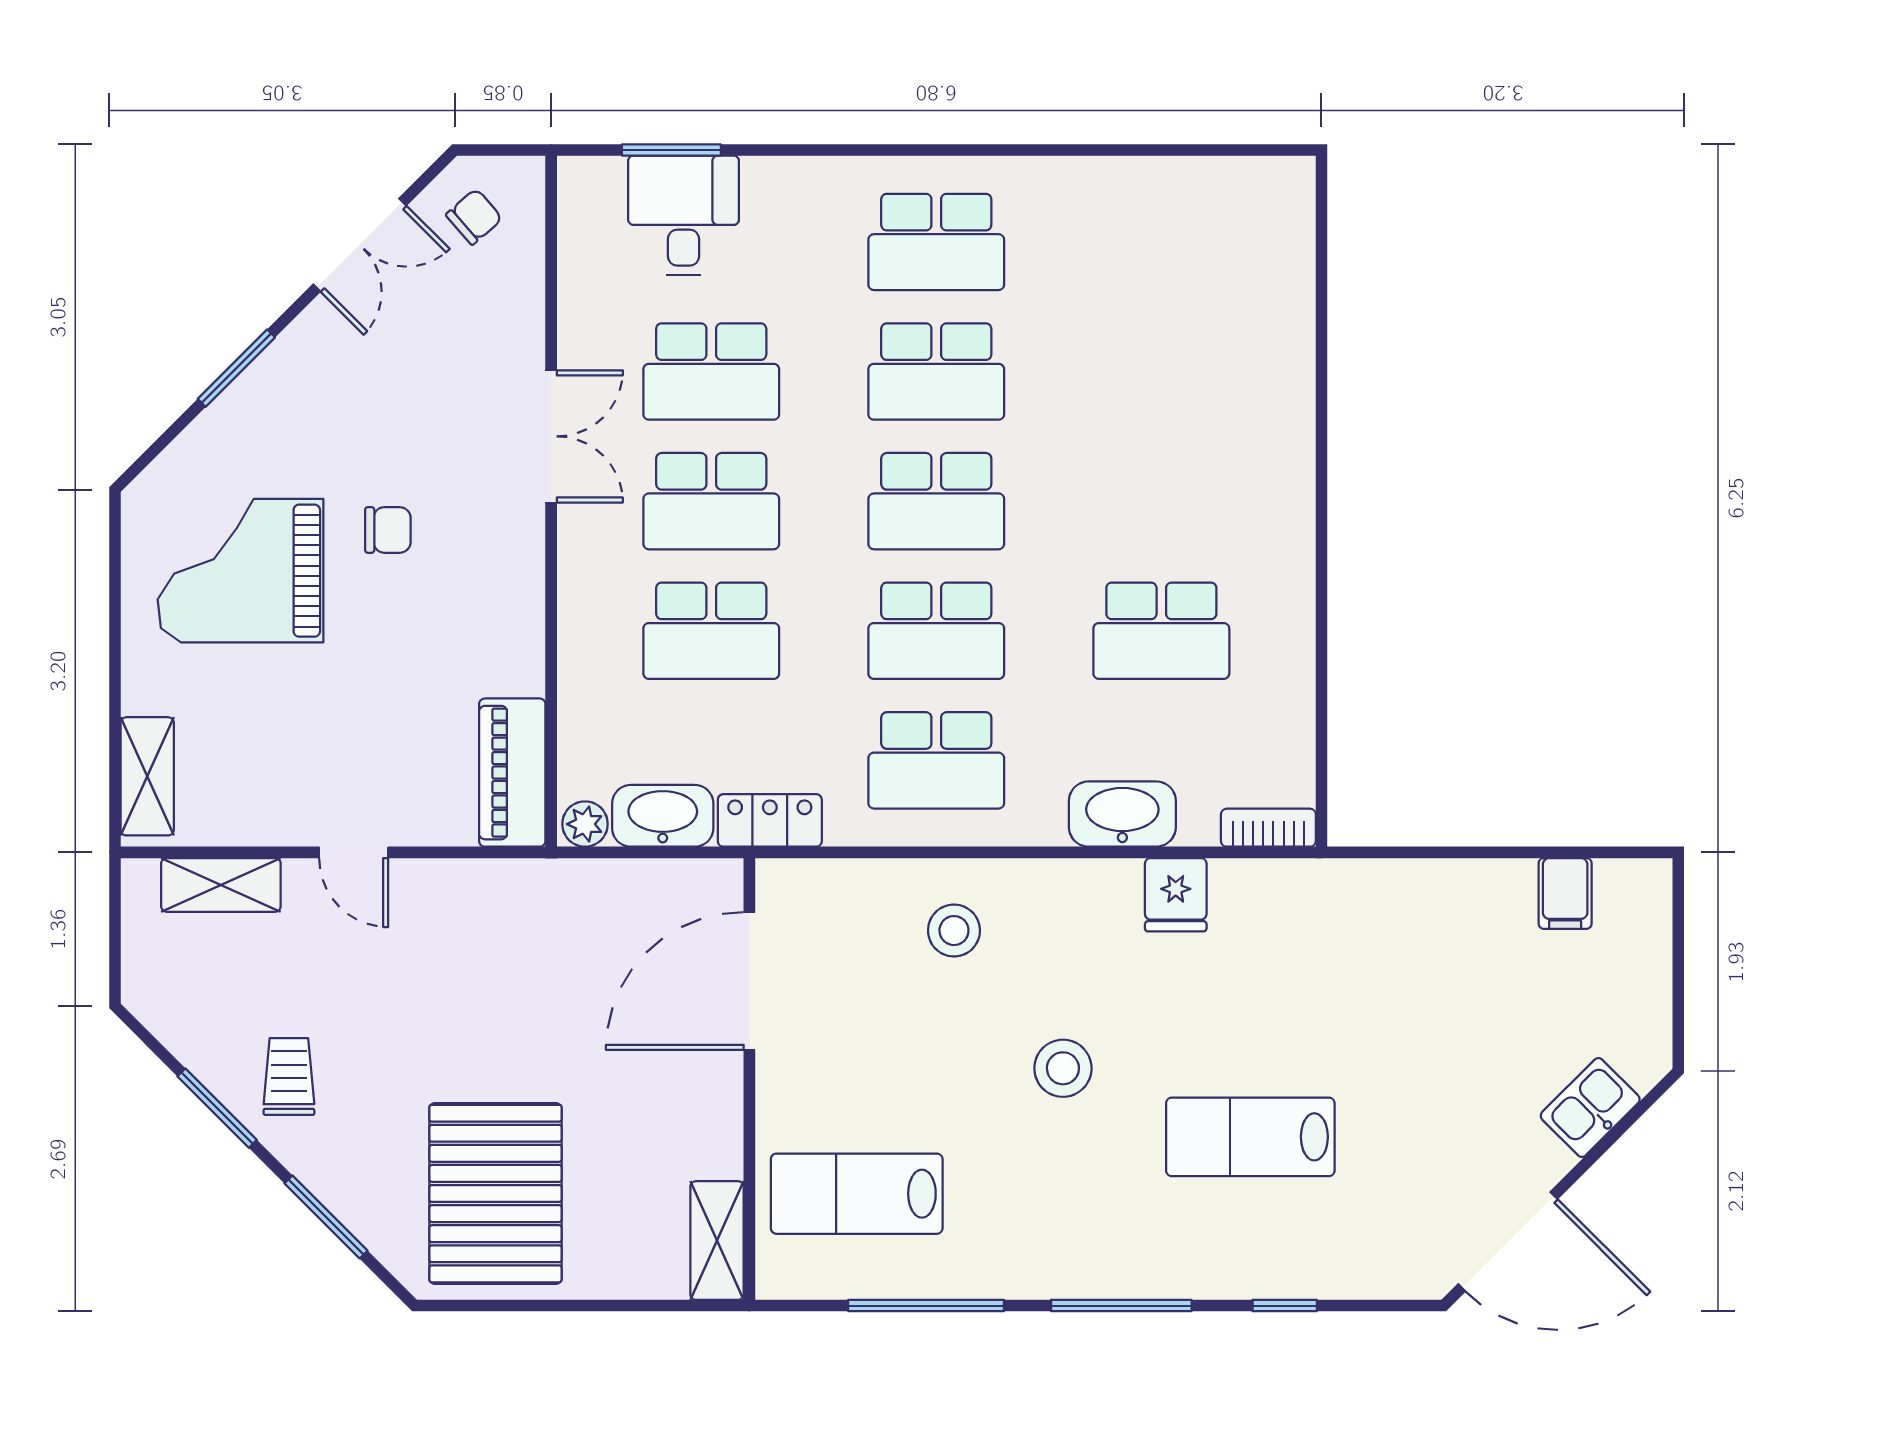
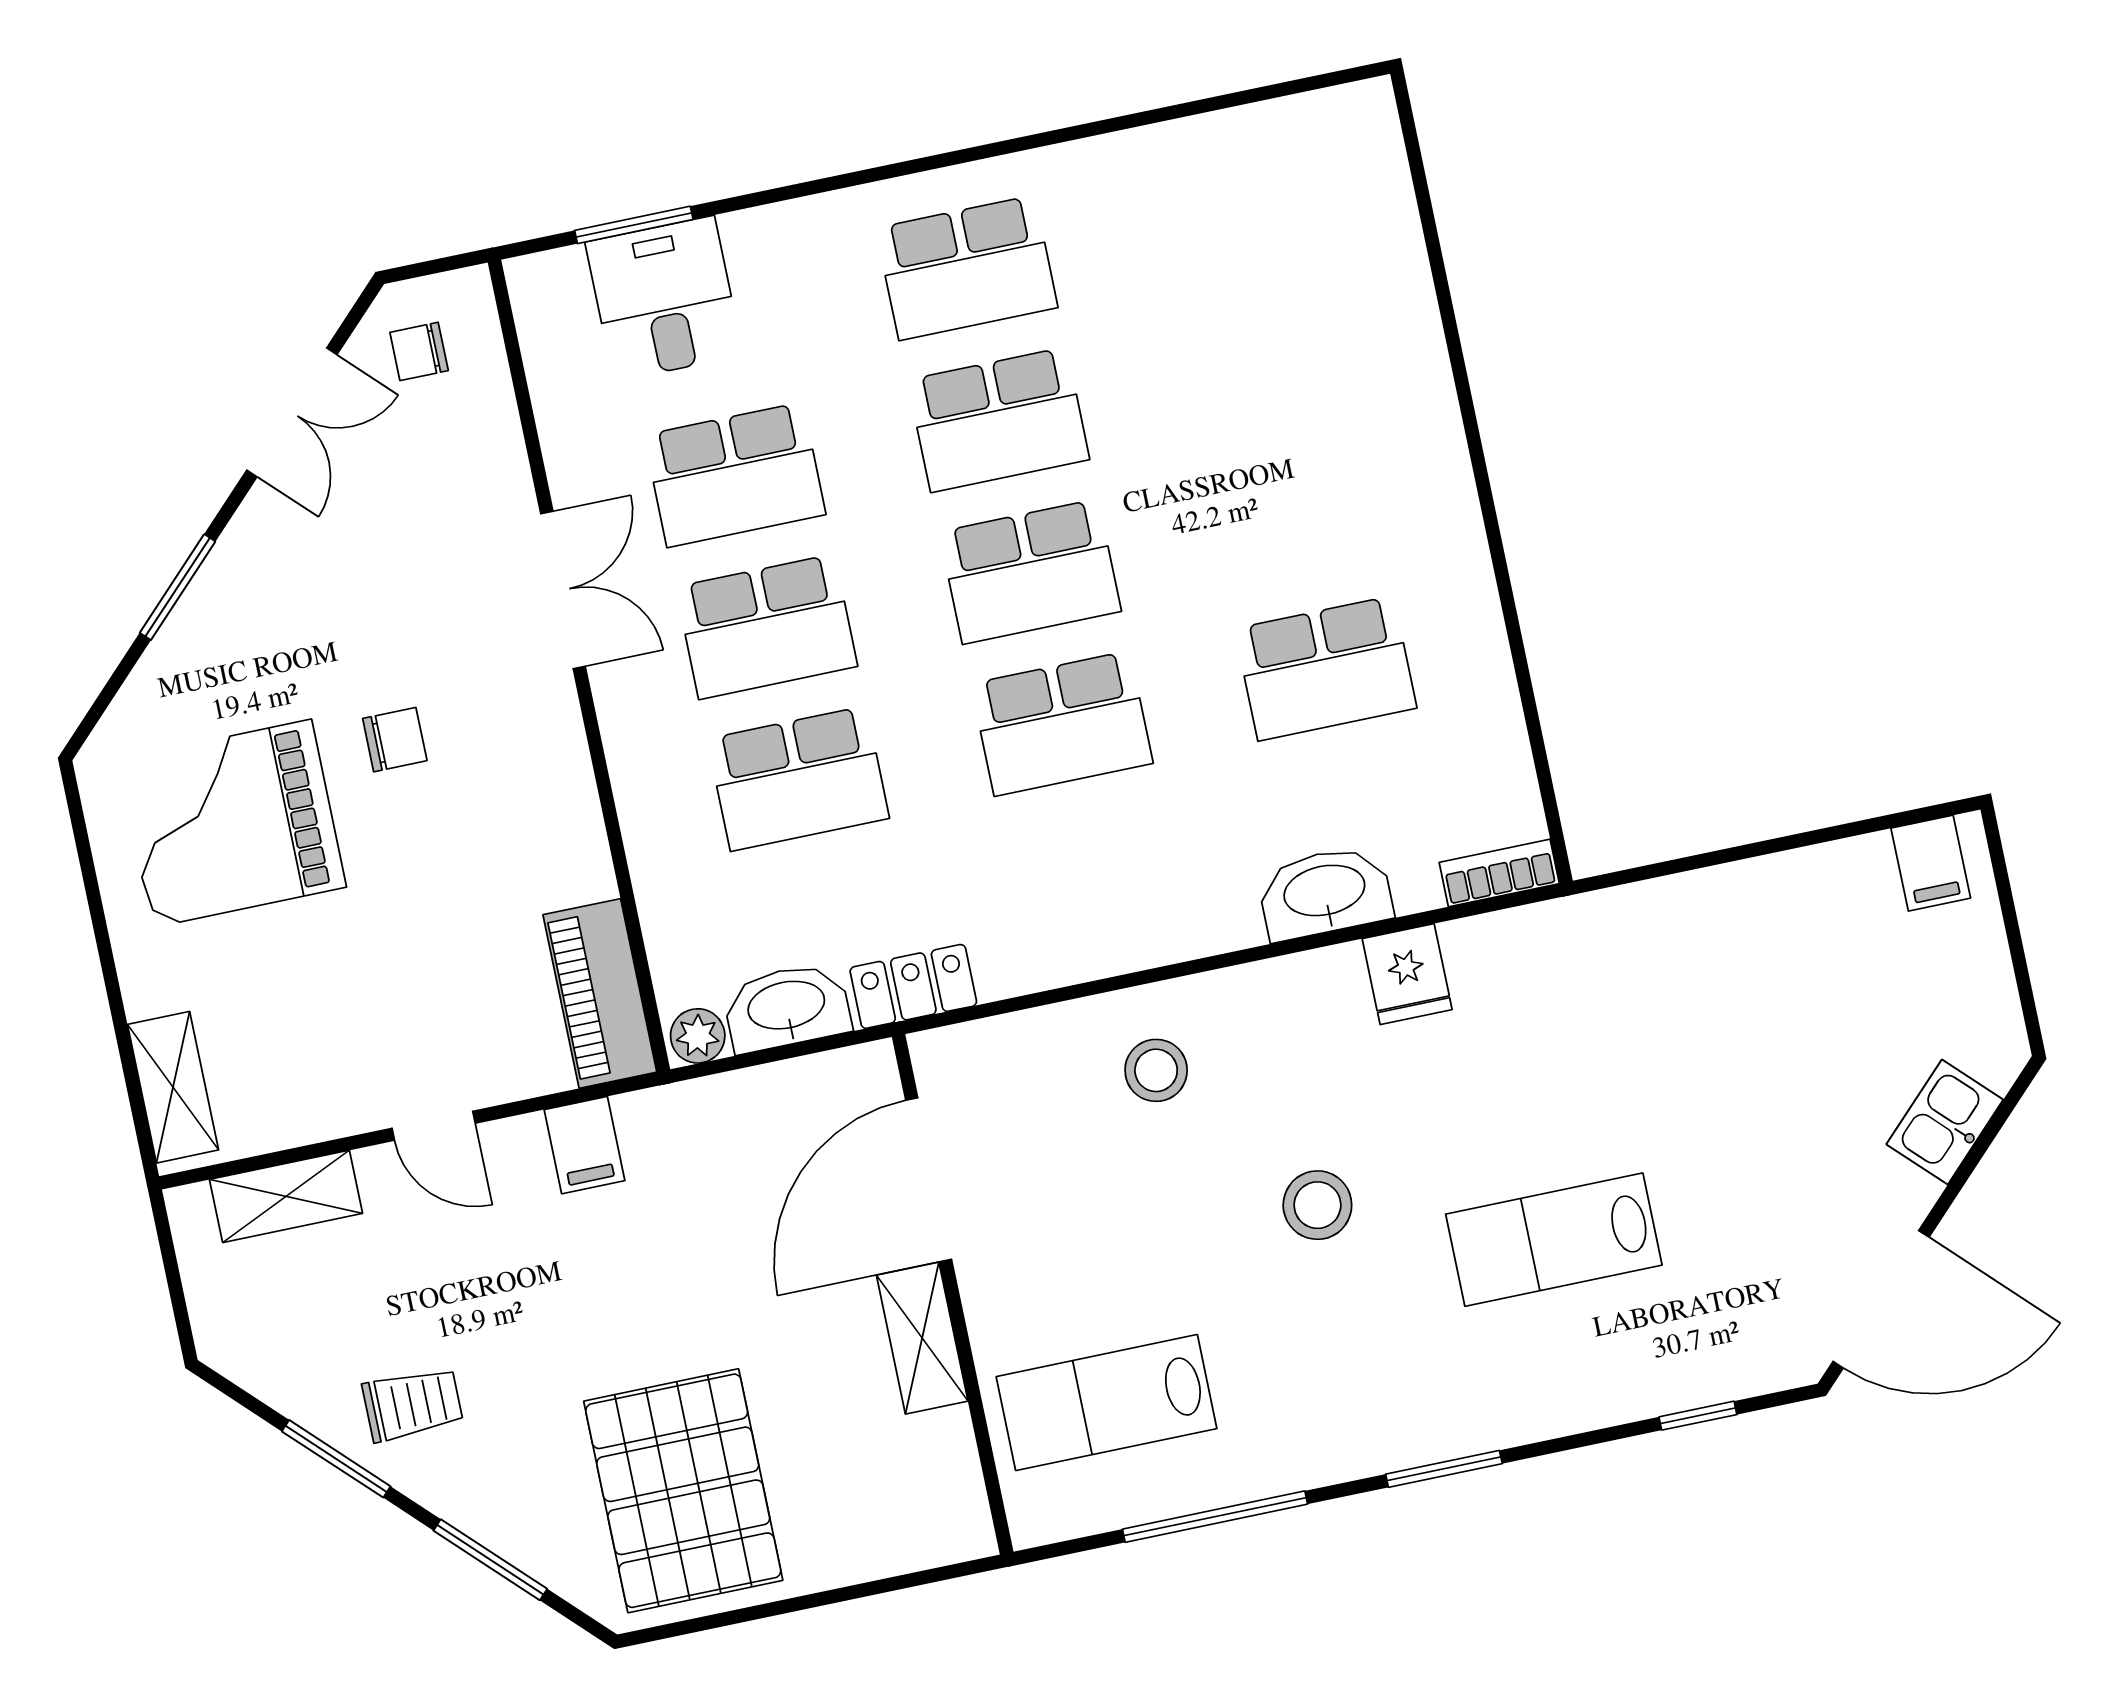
chair: (474, 217) -> (419, 351), turned -139
school desk: (936, 760) -> (1094, 875), removed
filing cabinet: (1565, 893) -> (1931, 863), moved
filing cabinet: (474, 894) -> (585, 1145), added
trolley: (289, 1077) -> (413, 1404), turned 90
shelving: (717, 1241) -> (922, 1338), moved
window: (1121, 1306) -> (1444, 1469), width x0.69
window: (1285, 1306) -> (1698, 1416), moved

